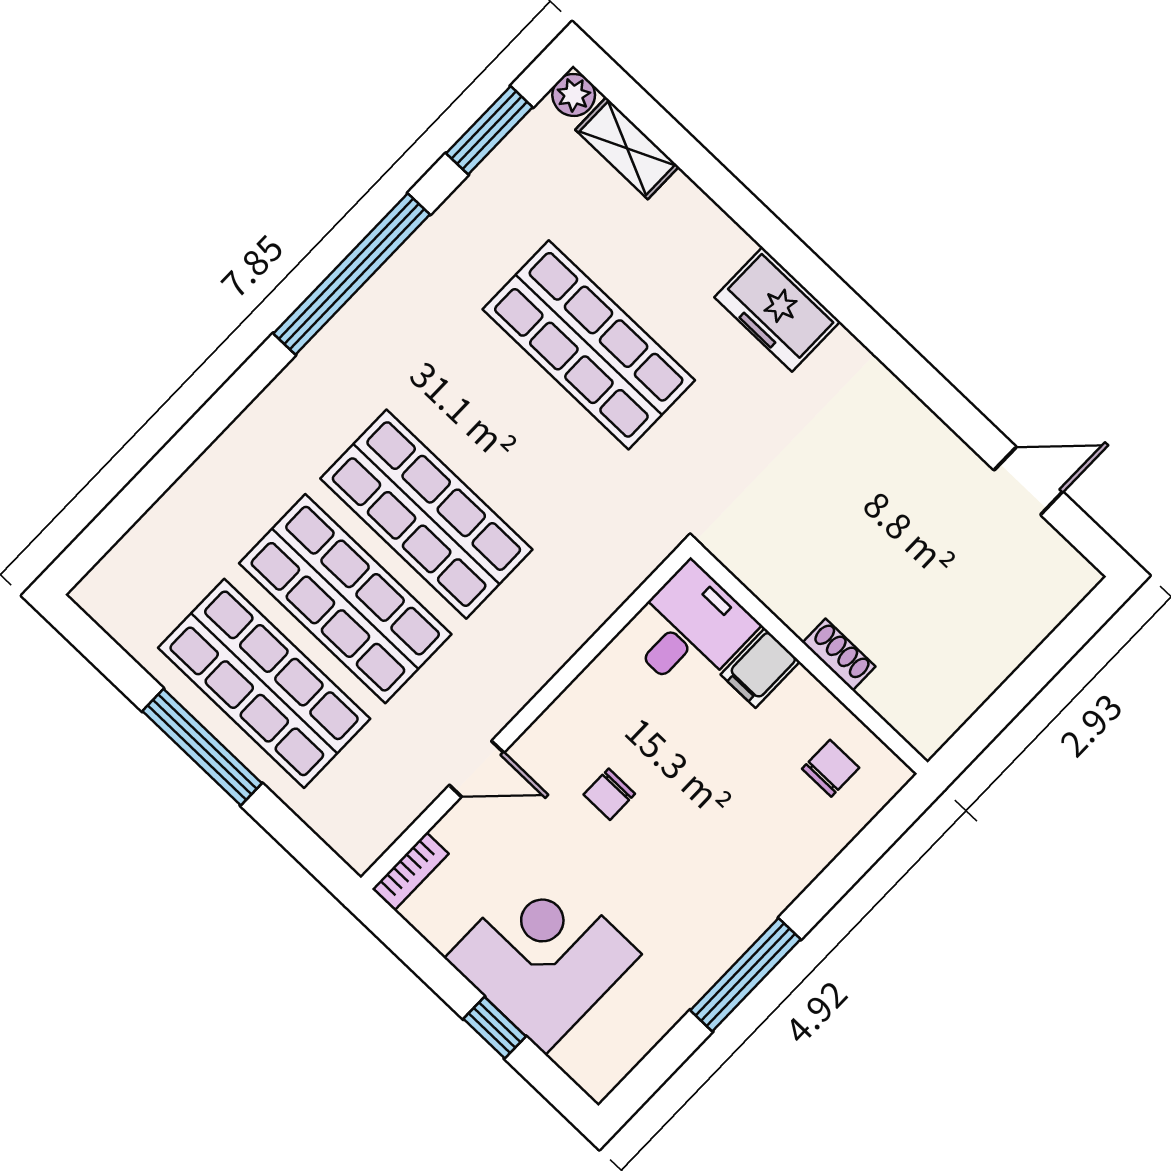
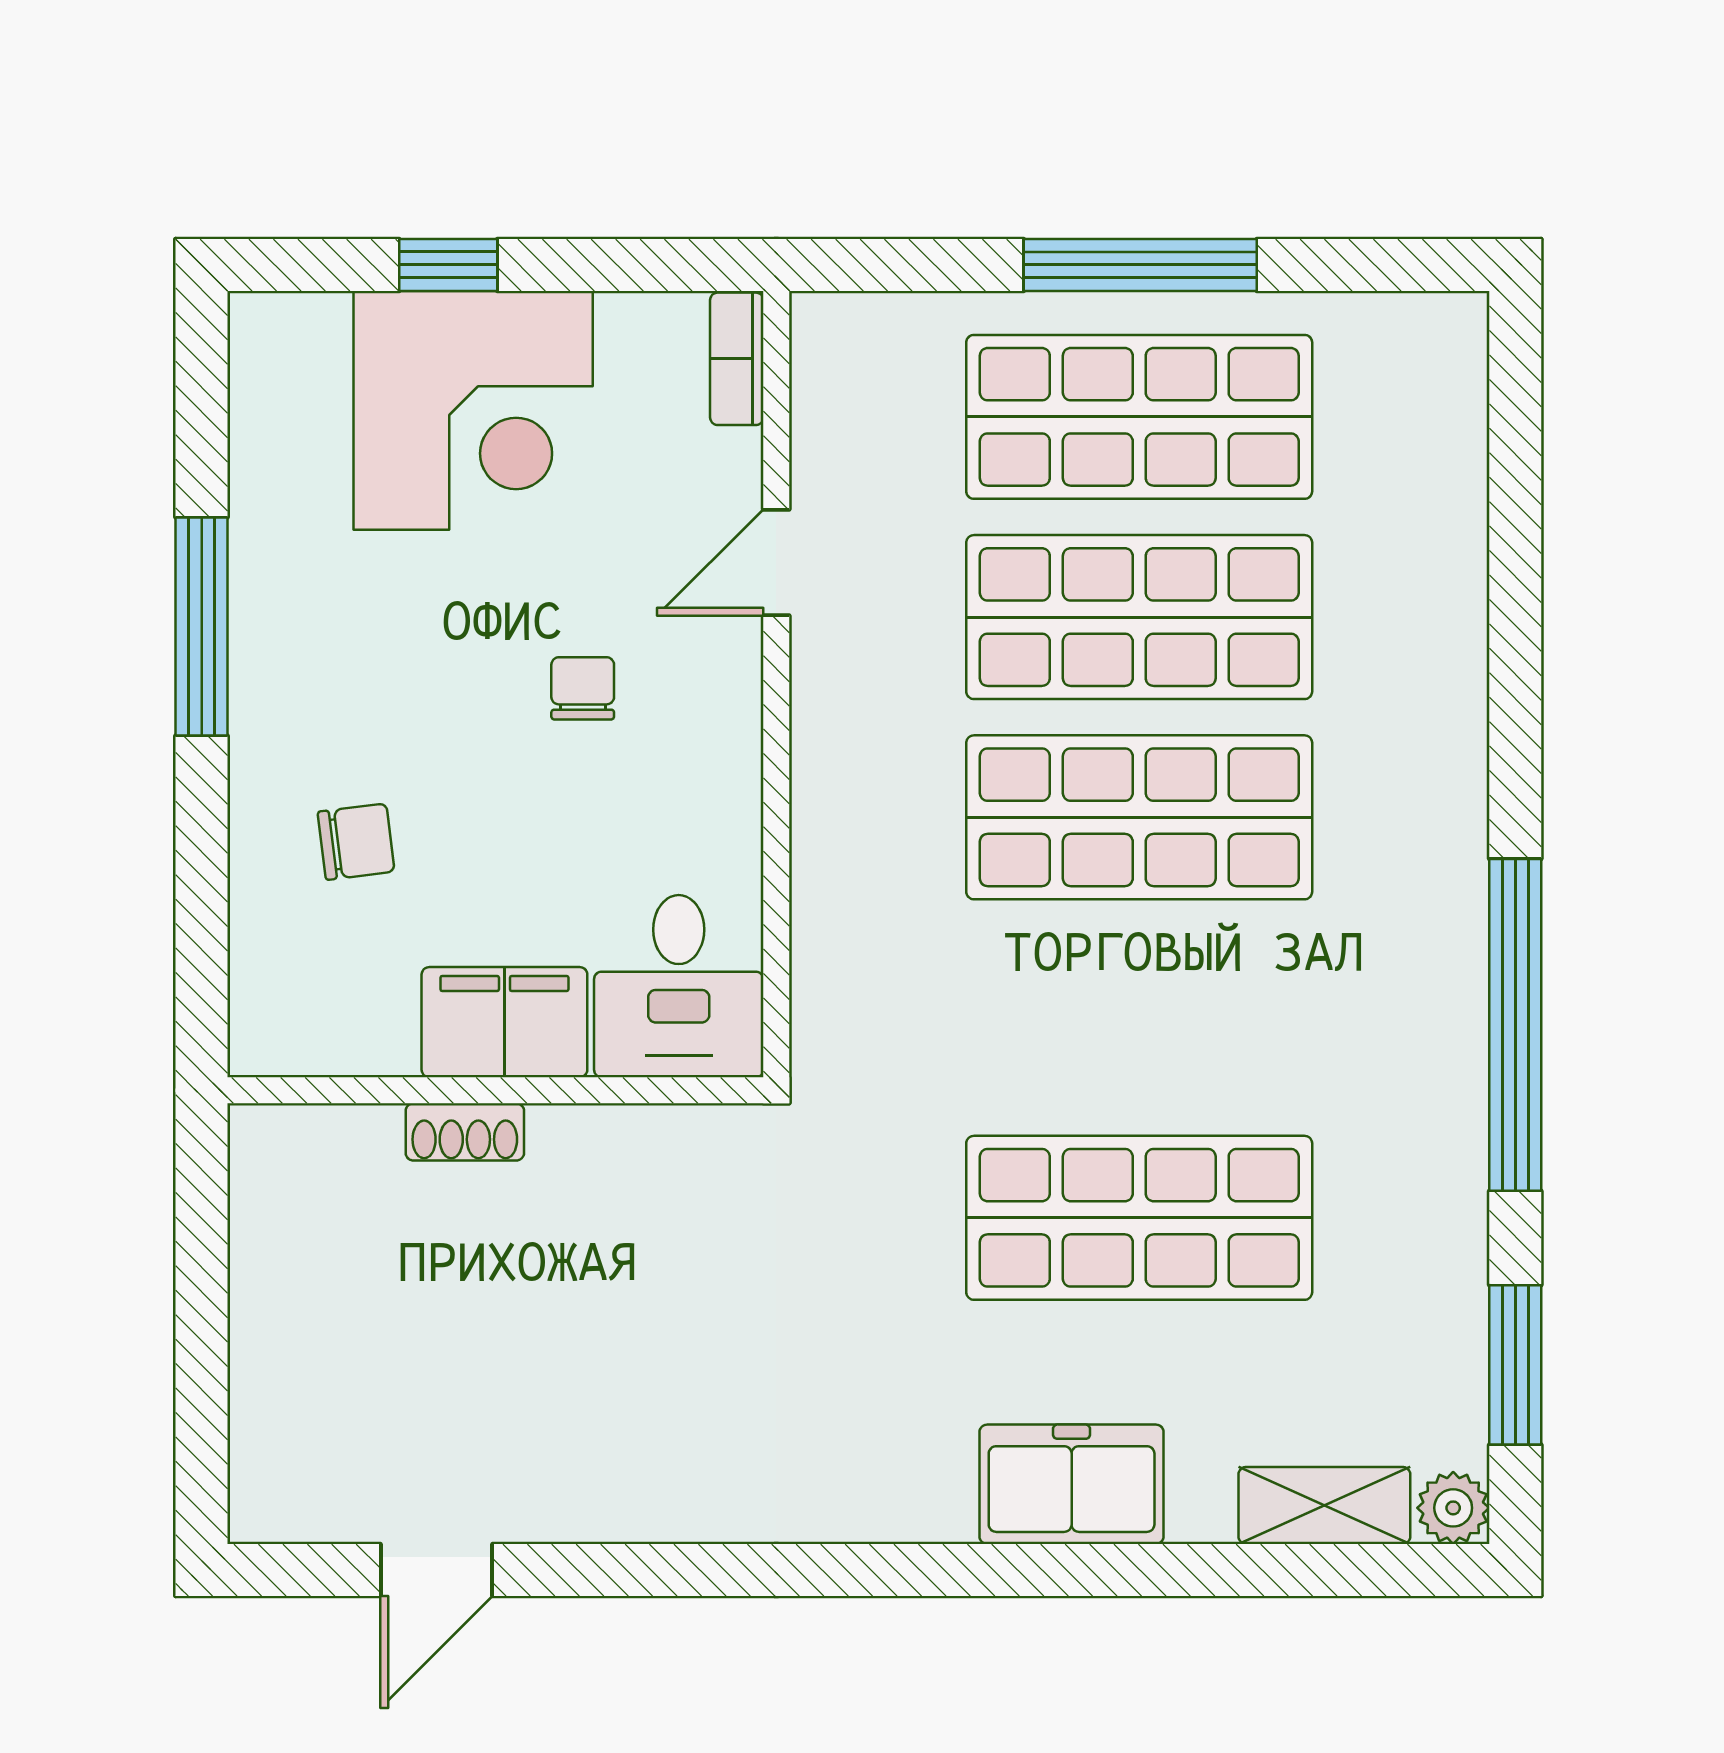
freezer: (777, 309) -> (1072, 1484), moved
filing cabinet: (760, 668) -> (504, 1022), width x2.00
chair: (831, 768) -> (356, 842), moved, turned -97

